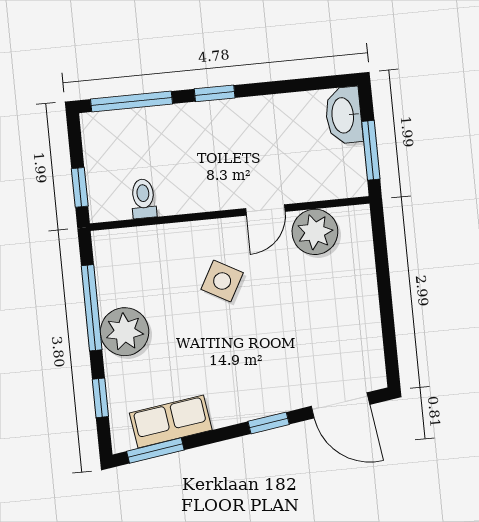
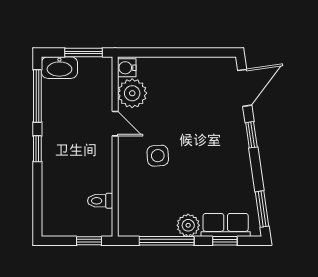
window: (132, 102) -> (37, 96), moved
water cooler: (354, 220) -> (127, 68), added
side table: (222, 281) -> (158, 156), turned -33
plant: (125, 332) -> (188, 225), width x0.73, depth x0.73
row of seats: (171, 421) -> (226, 225), moved, turned 98

